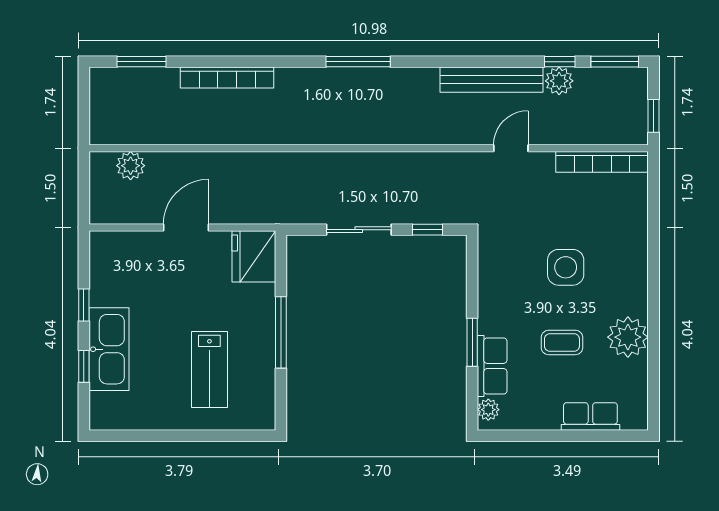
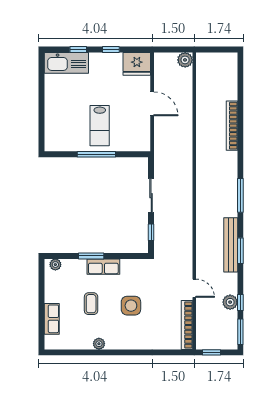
window: (141, 62) -> (240, 251), moved
bench: (492, 80) -> (231, 245), moved
door: (511, 148) -> (194, 288), moved
plant: (131, 166) -> (185, 60), moved
fridge: (254, 256) -> (137, 64), moved, turned 180
plant: (628, 337) -> (99, 344), width x0.53, depth x0.53
kitchen sink: (109, 349) -> (66, 63), moved
row of seats: (492, 366) -> (103, 267), moved
lab bench: (209, 370) -> (100, 126), moved, turned -90

